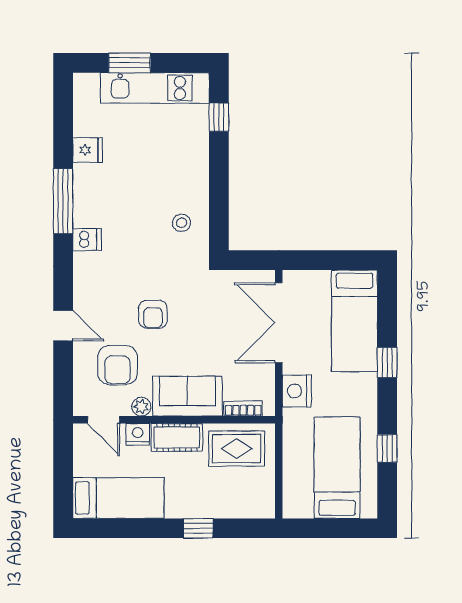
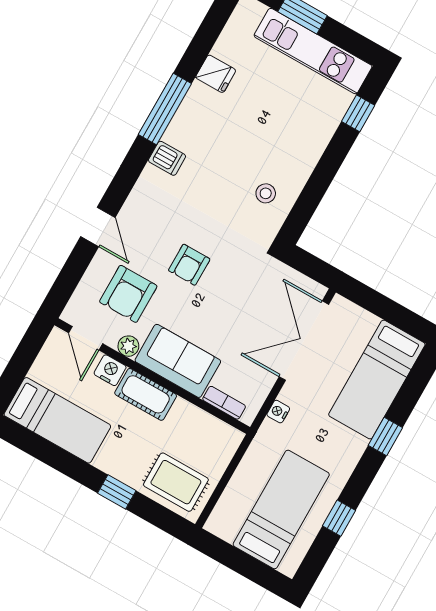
nightstand: (297, 391) -> (278, 412), width x0.53, depth x0.56
rug: (237, 449) -> (176, 482), moved

